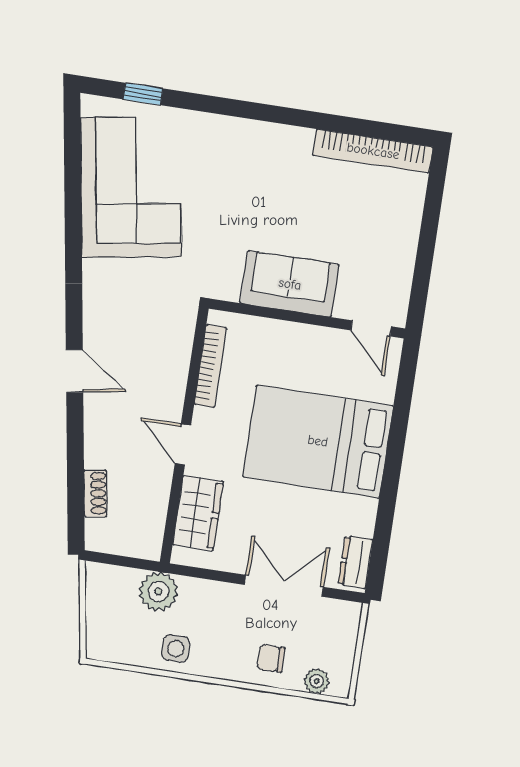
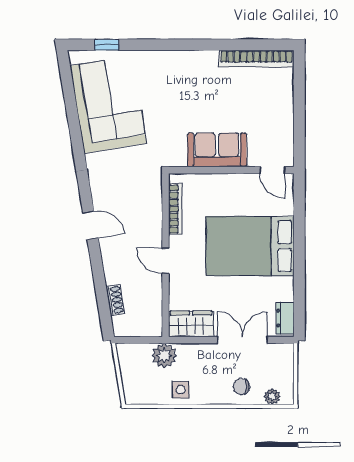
wardrobe: (198, 513) -> (191, 324), moved, turned -90

